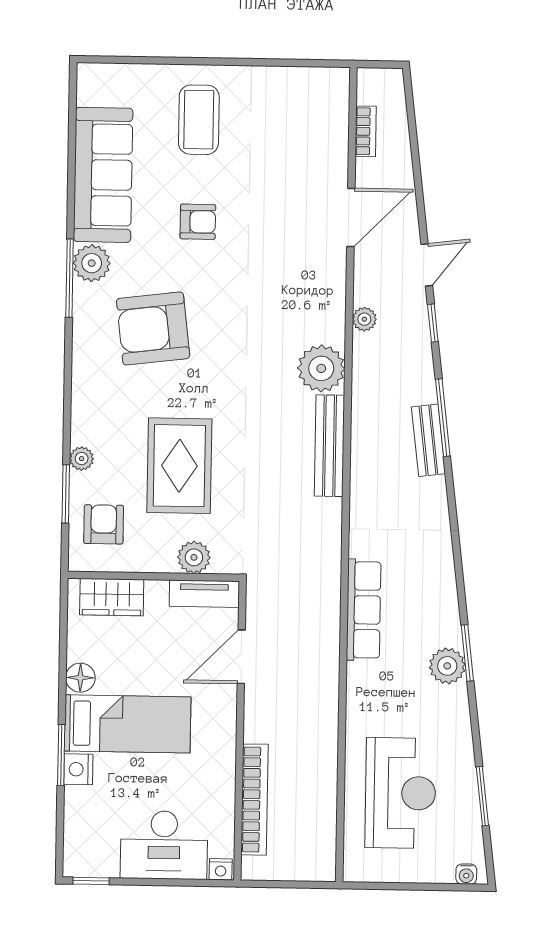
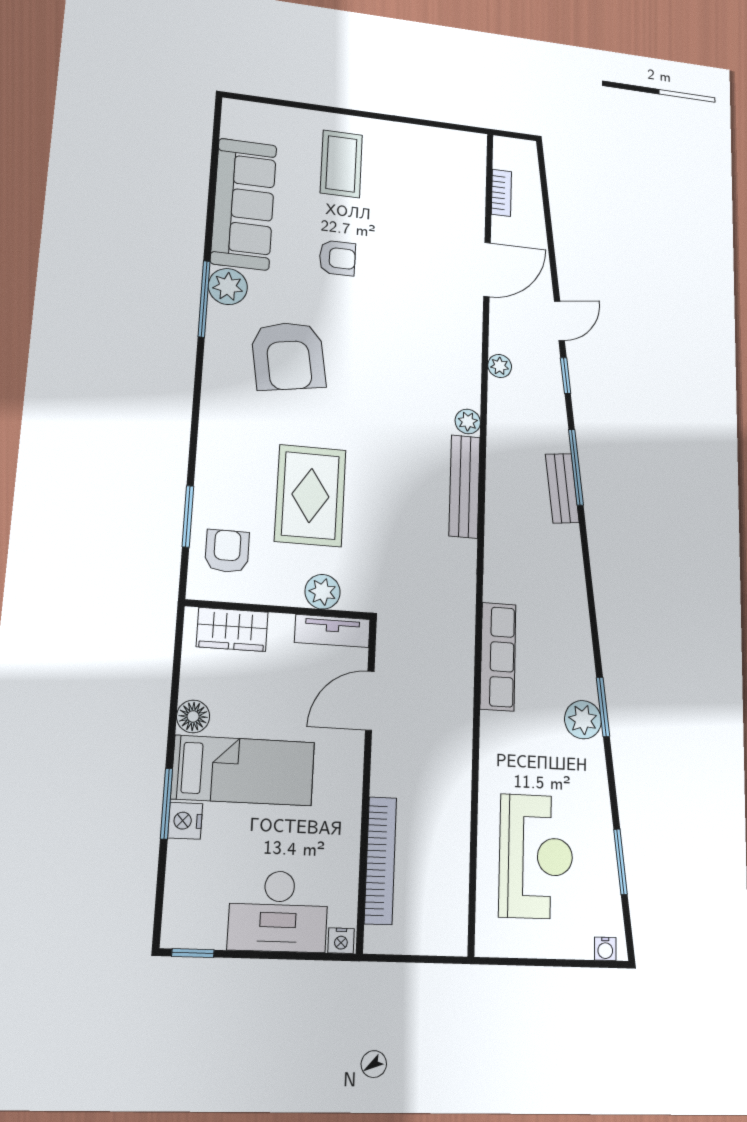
armchair: (153, 328) -> (288, 356), turned -92
plant: (321, 368) -> (468, 422), width x0.53, depth x0.53
plant: (82, 459) -> (207, 481), removed

